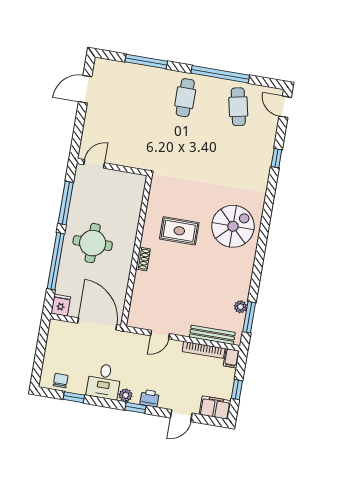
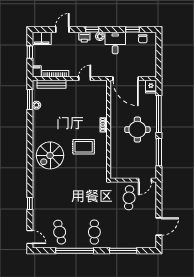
cafe table: (123, 141) -> (129, 198), added

